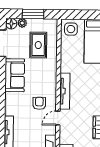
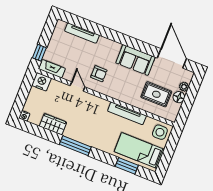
window: (33, 14) -> (189, 101), removed
floor lamp: (11, 24) -> (179, 97), moved
tv unit: (65, 91) -> (127, 113), moved

